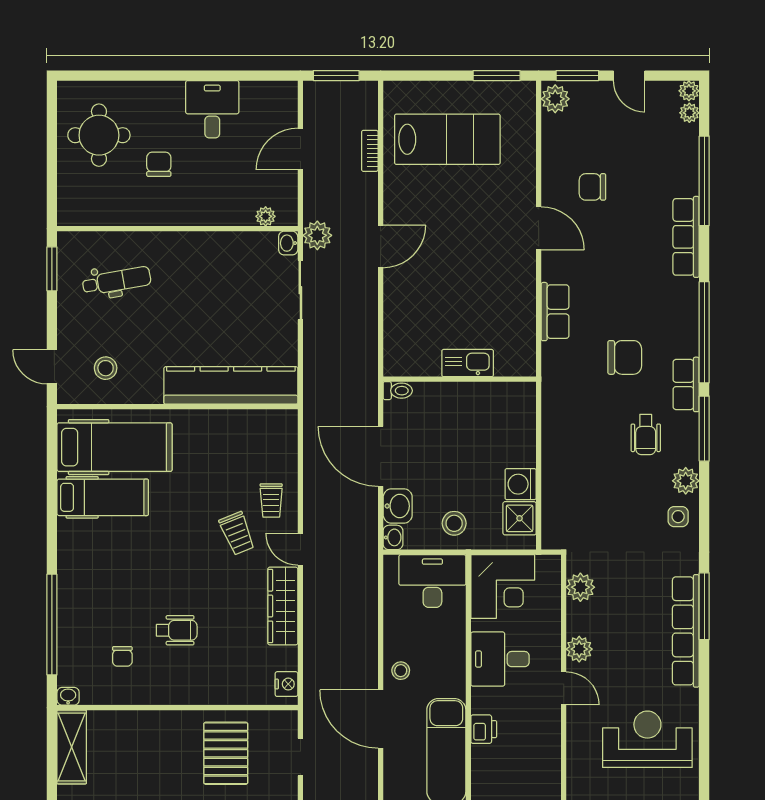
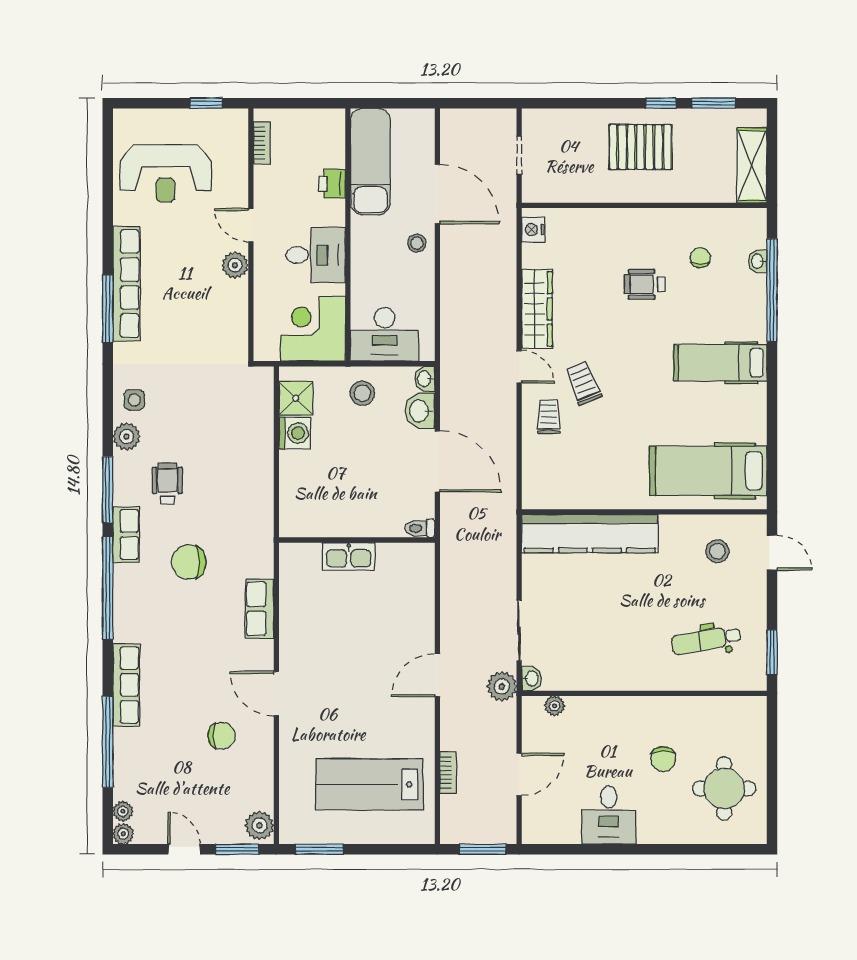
hospital bed: (103, 497) -> (720, 363), moved
plant: (580, 587) -> (234, 328), removed
washbasin: (68, 696) -> (758, 261), moved, turned 90
pallet: (226, 753) -> (640, 147), moved, turned 90
bookcase: (553, 769) -> (262, 143), added

